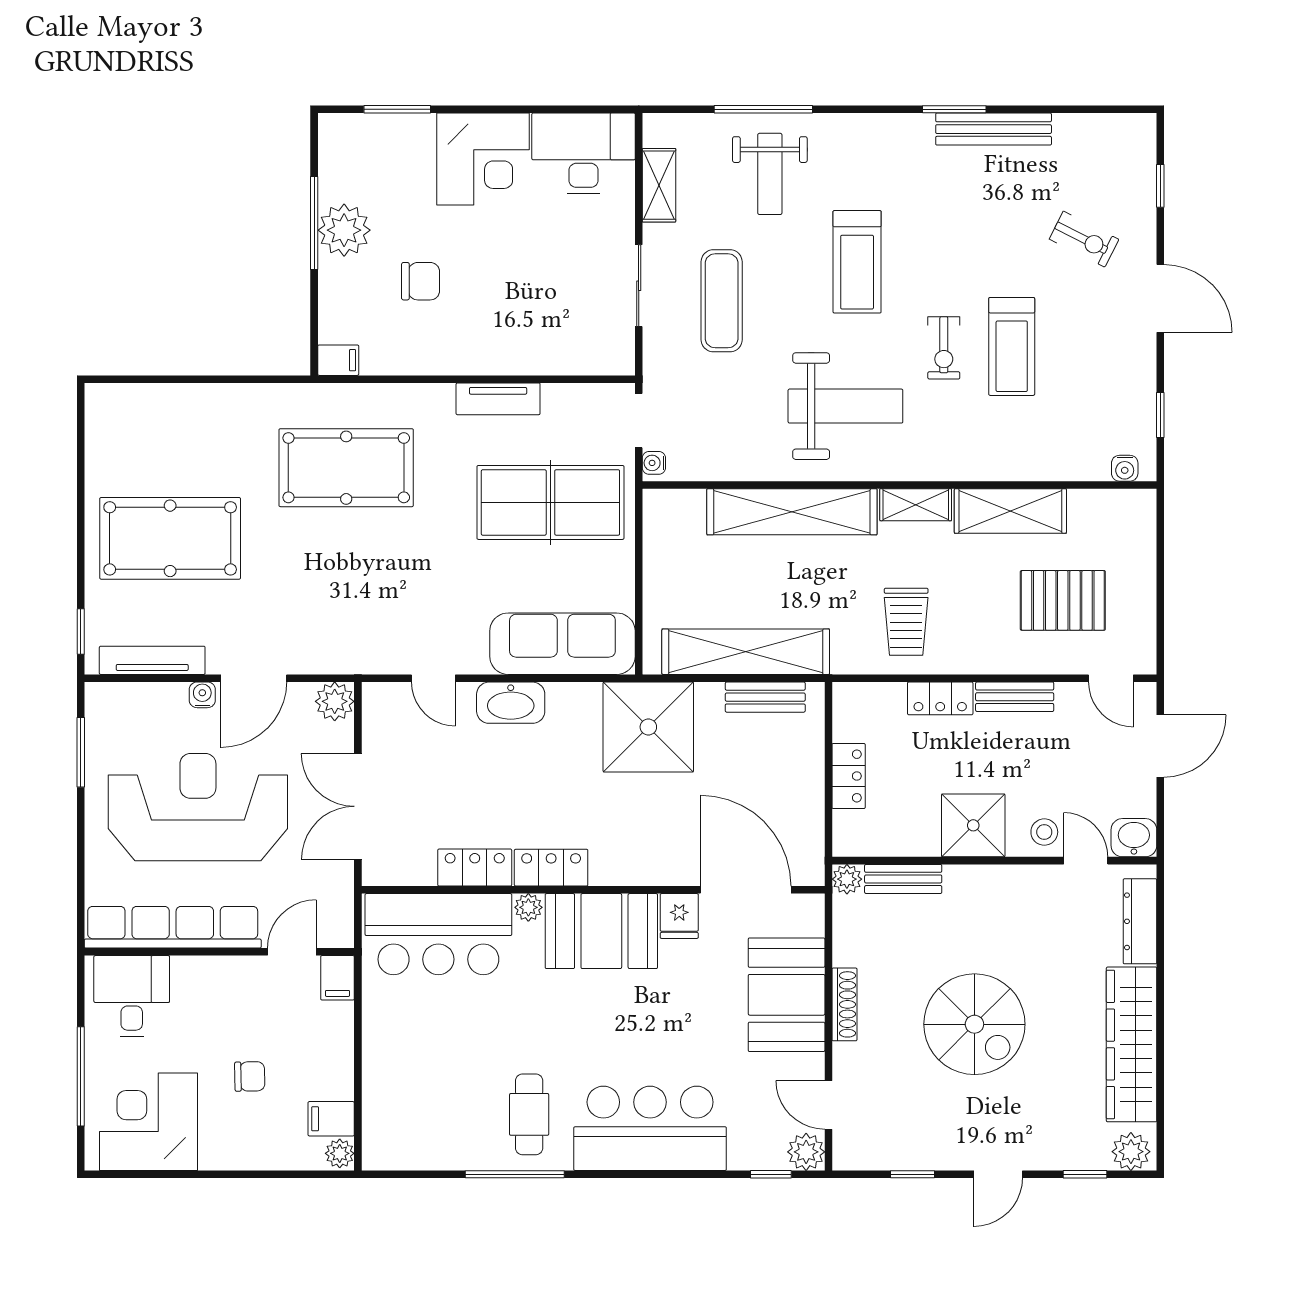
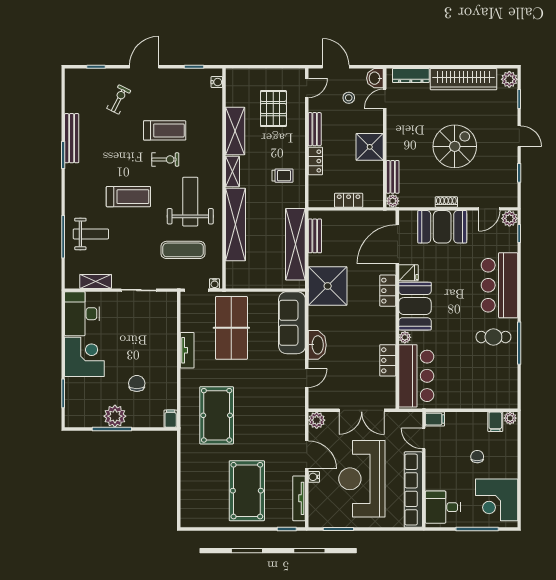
exercise mat: (722, 301) -> (183, 250), moved
trolley: (906, 622) -> (283, 176), width x0.73, depth x0.72
stool: (1044, 832) -> (349, 98), moved
locker: (551, 868) -> (388, 291), moved
shoe rack: (844, 1004) -> (446, 202), width x0.70

